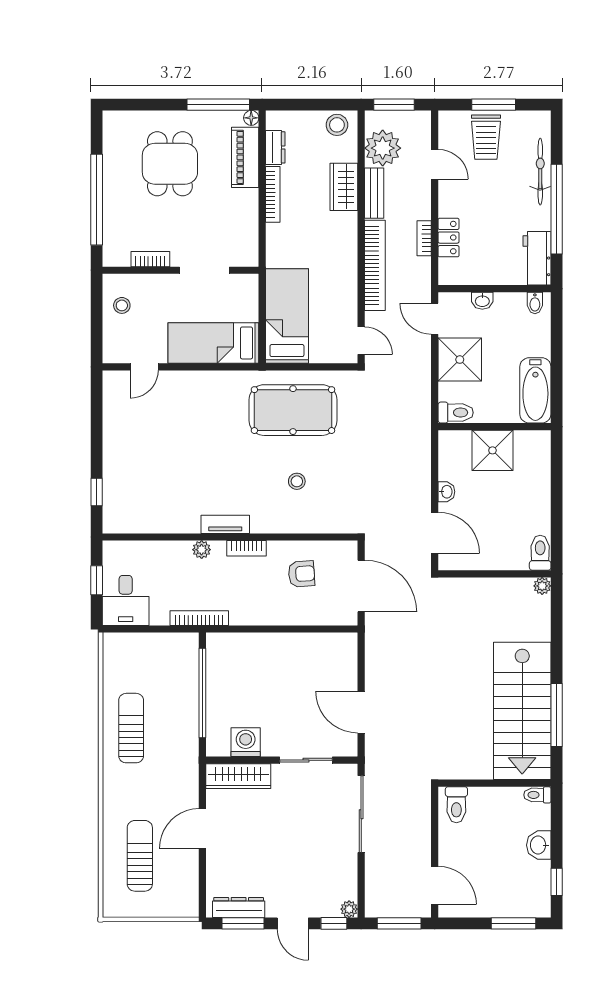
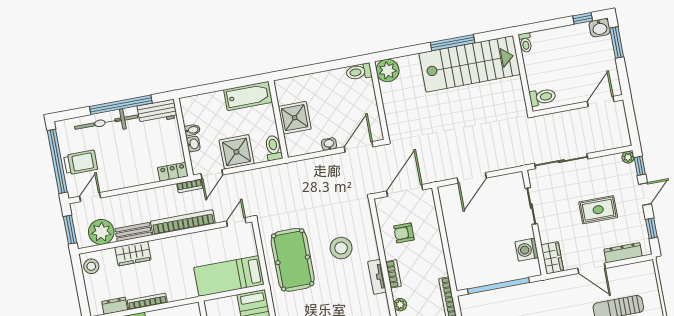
window: (494, 105) -> (57, 161), width x2.11
door: (435, 164) -> (90, 197), moved
bicycle: (540, 172) -> (106, 122), width x1.37, depth x1.40
bookcase: (424, 238) -> (190, 186), moved
locker: (449, 238) -> (173, 172), moved
bidet: (535, 303) -> (192, 130), moved
stool: (297, 481) -> (341, 248), width x1.89, depth x1.89
tv unit: (225, 524) -> (377, 277), moved
armchair: (302, 574) -> (404, 233), turned -86
plant: (542, 586) -> (388, 70), width x1.88, depth x1.88
door: (361, 712) -> (472, 178), moved
window: (557, 715) -> (453, 43), moved
wardrobe: (238, 776) -> (552, 258), width x0.67
washbasin: (539, 845) -> (600, 28), moved
rug: (283, 853) -> (598, 210), added
dresser: (239, 908) -> (623, 253), moved, turned 90
window: (243, 923) -> (651, 228), width x0.67
window: (399, 923) -> (631, 121), removed

